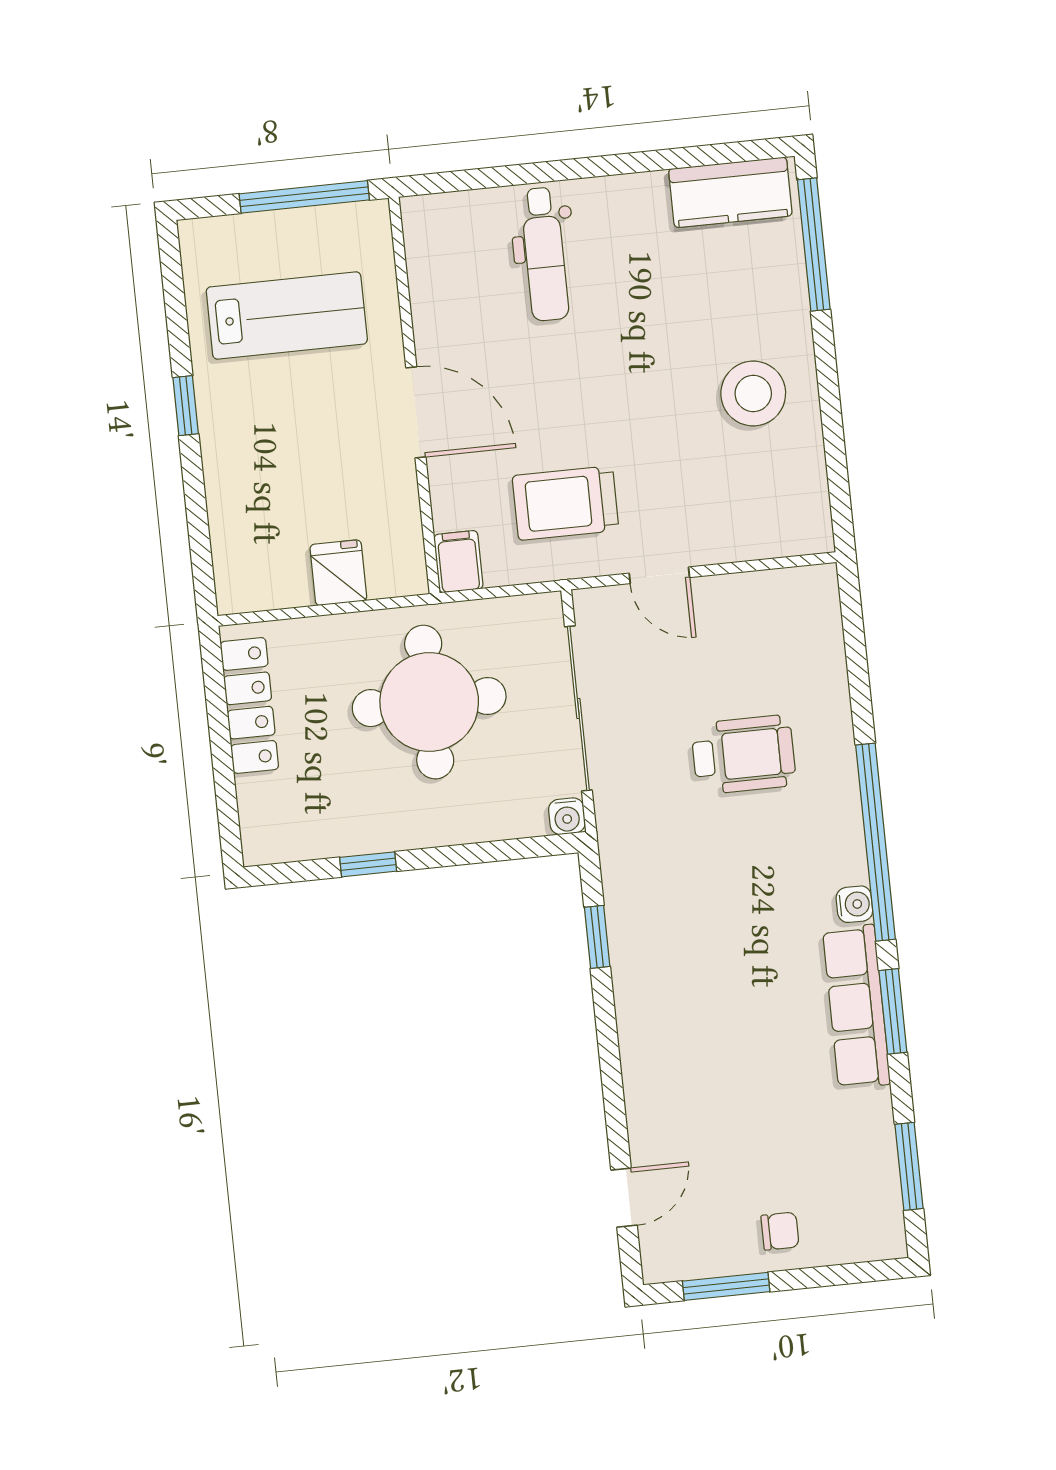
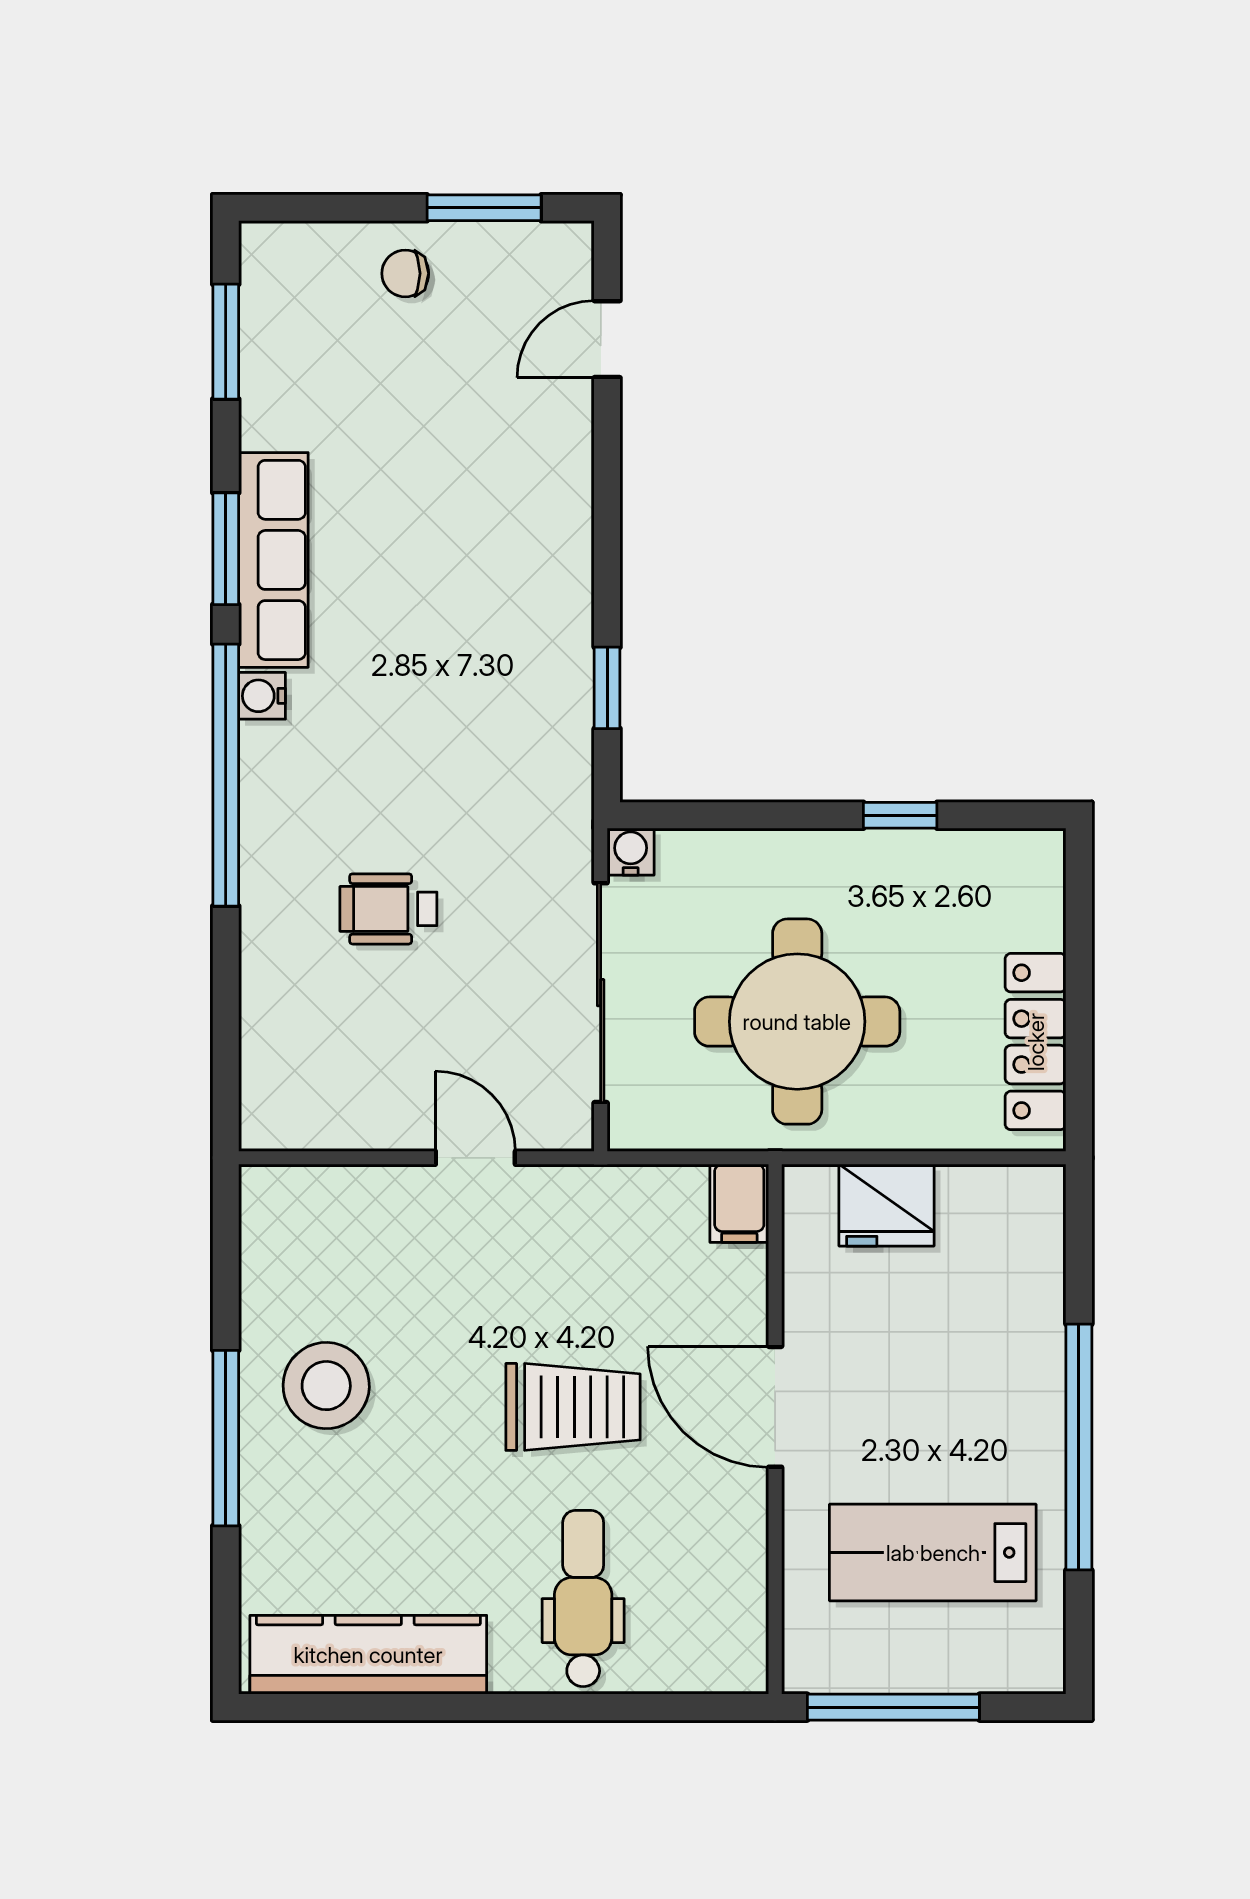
kitchen counter: (730, 192) -> (368, 1655), width x1.50
window: (814, 245) -> (226, 1438), moved
window: (186, 406) -> (1079, 1447), width x3.17
trolley: (566, 503) -> (573, 1407), moved
fridge: (338, 573) -> (887, 1205), width x1.38
wheelchair: (743, 755) -> (388, 909), width x0.73, depth x0.73

